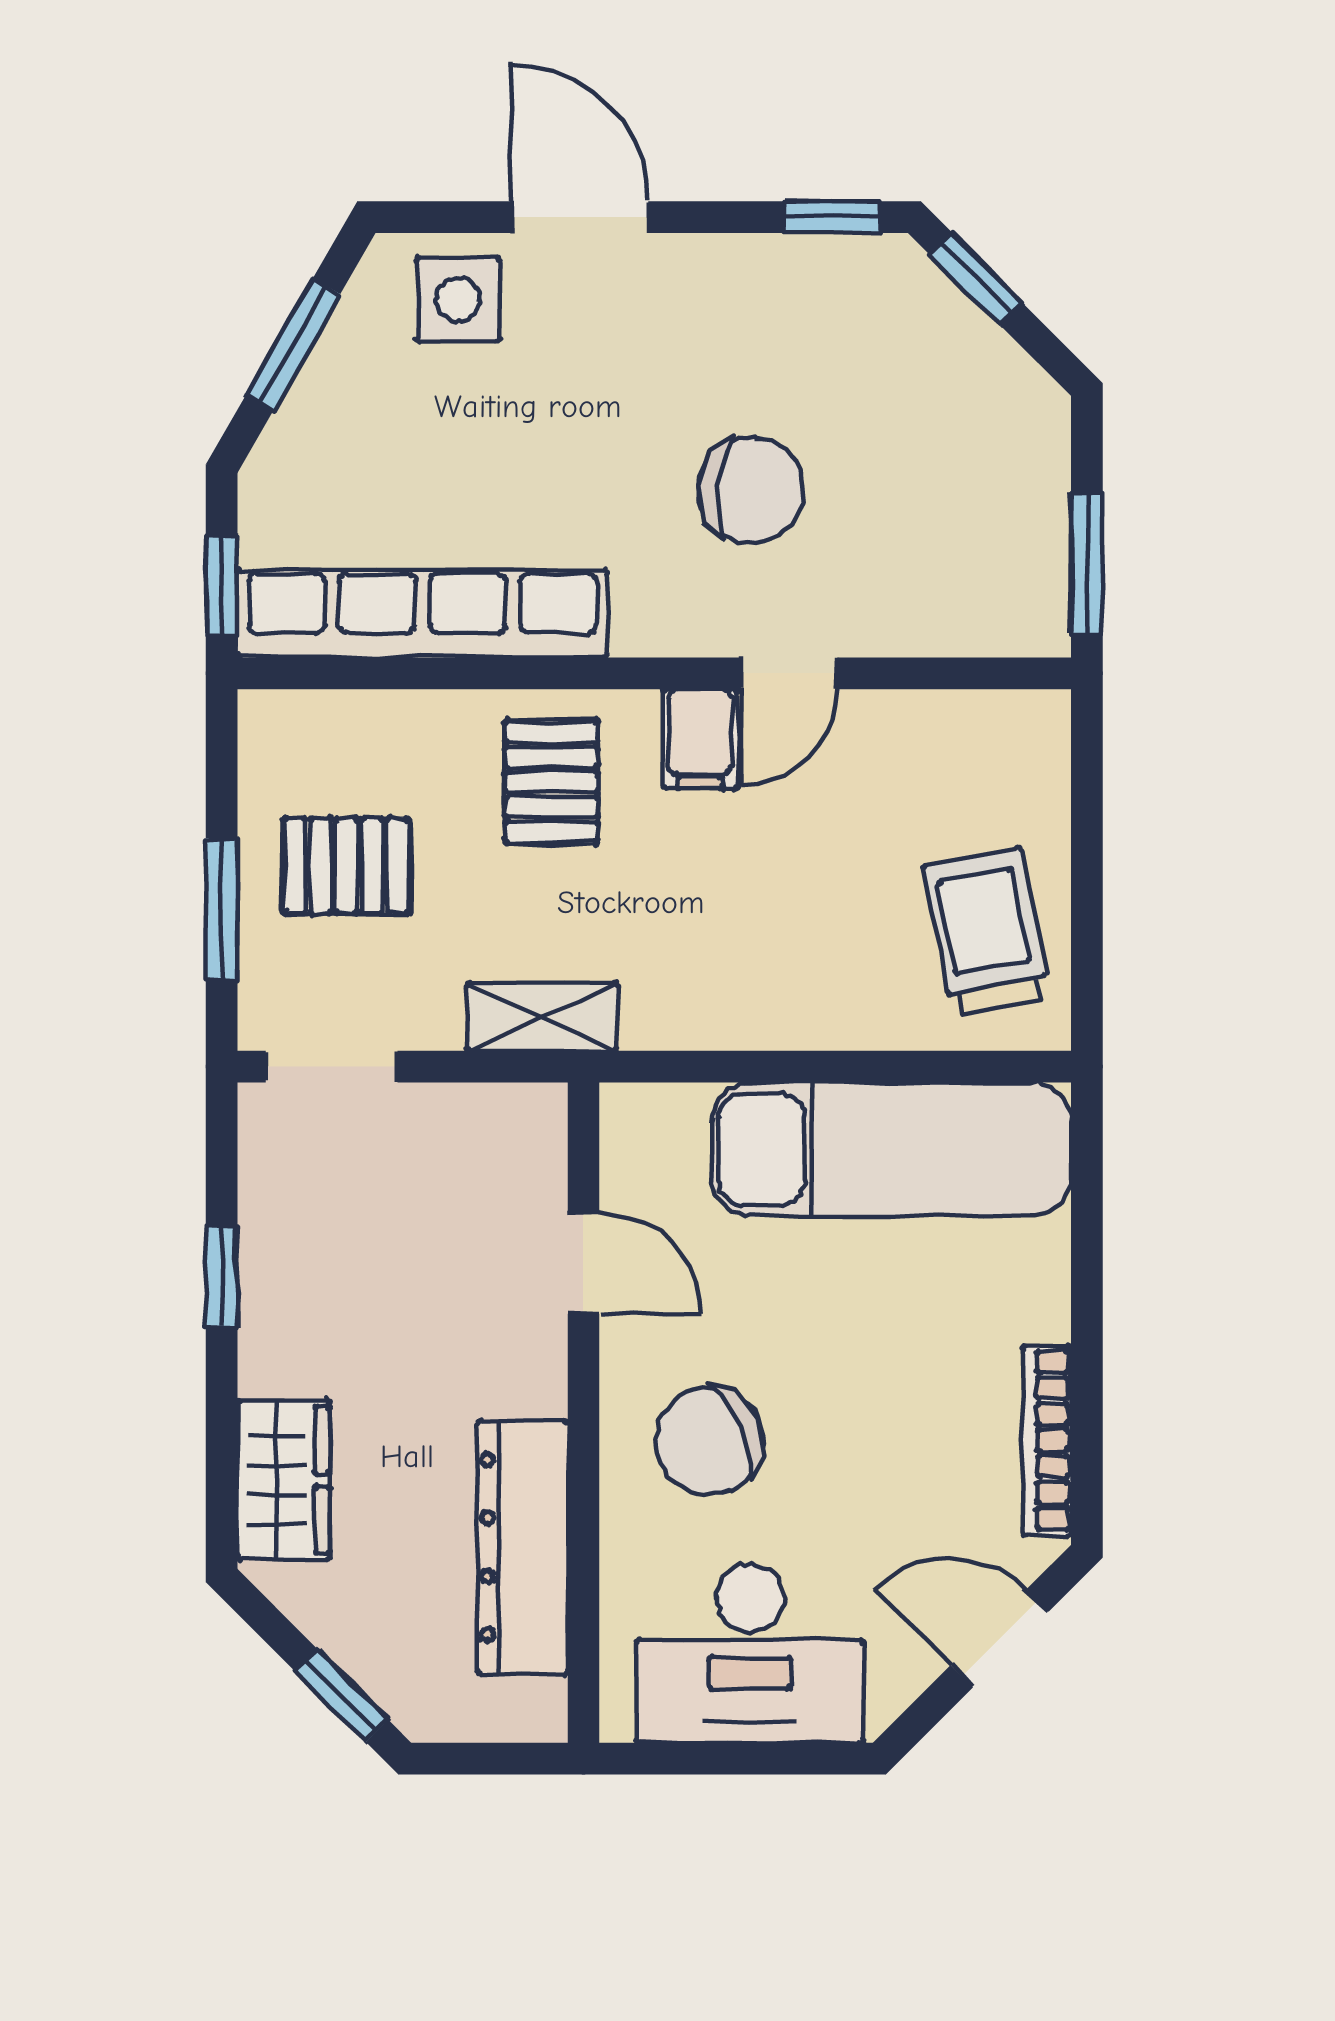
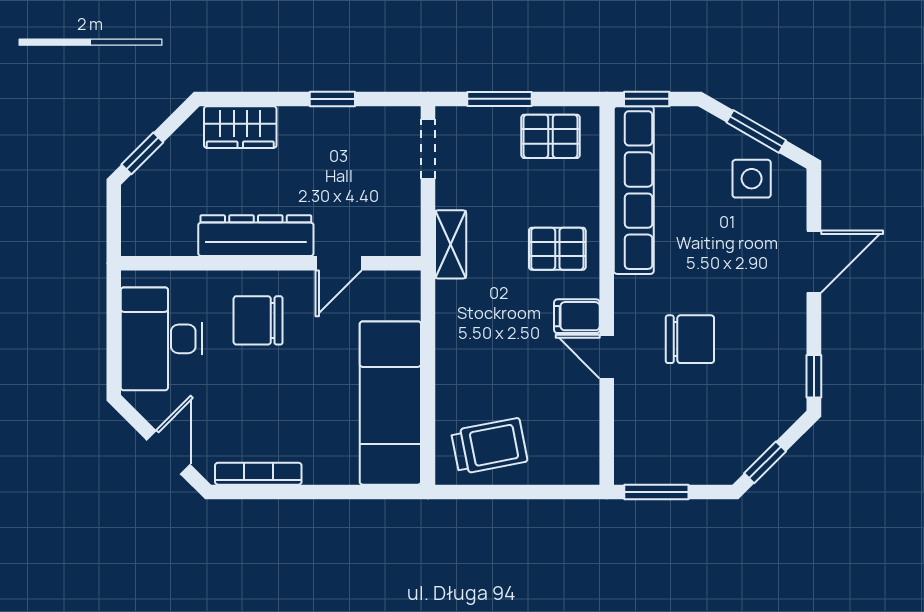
window: (977, 279) -> (765, 462), moved
side table: (458, 300) -> (752, 179), moved
chair: (751, 490) -> (690, 339), turned -95
pallet: (346, 866) -> (551, 136), moved, turned 90
chair: (709, 1441) -> (258, 320), turned -66
dresser: (523, 1547) -> (256, 236), moved

